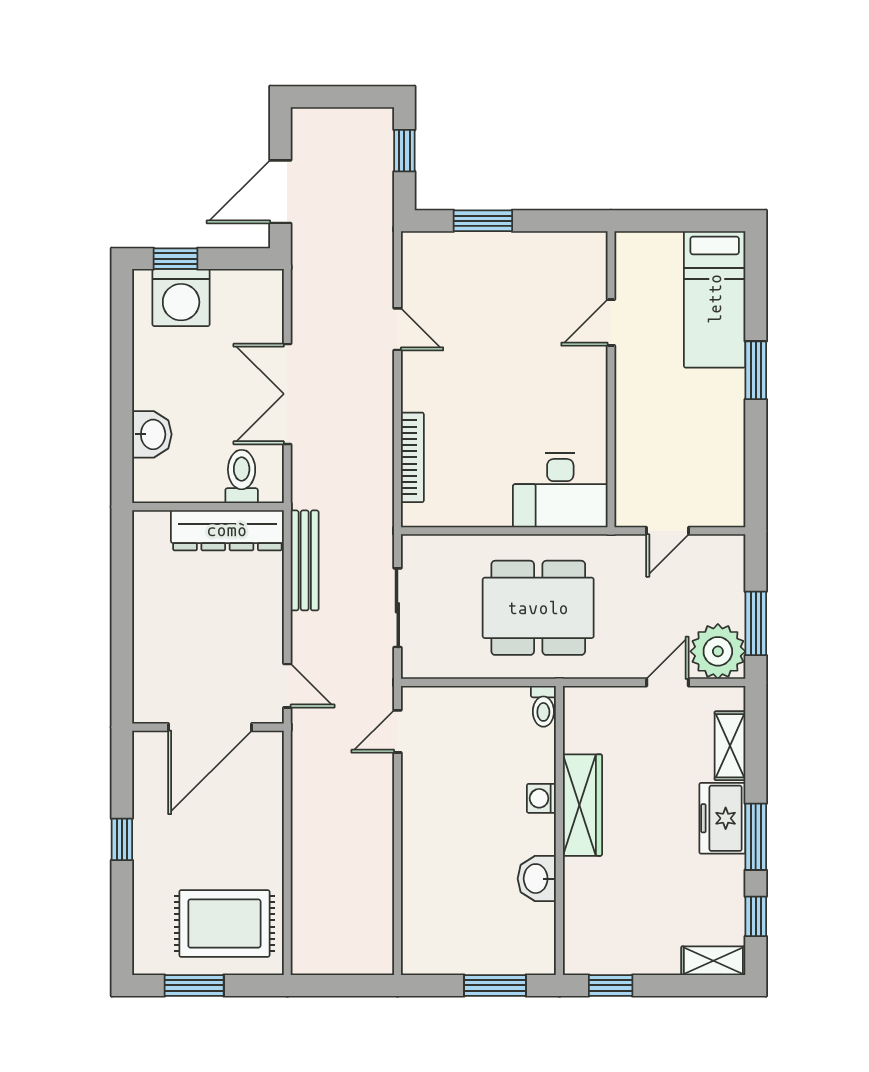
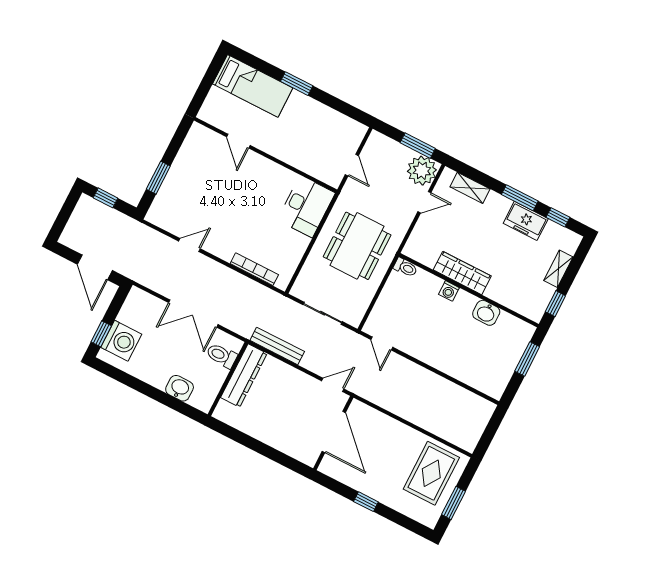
door: (668, 682) -> (424, 202), swing flipped
freezer: (722, 818) -> (526, 221), moved
shelving: (713, 961) -> (558, 269), moved

